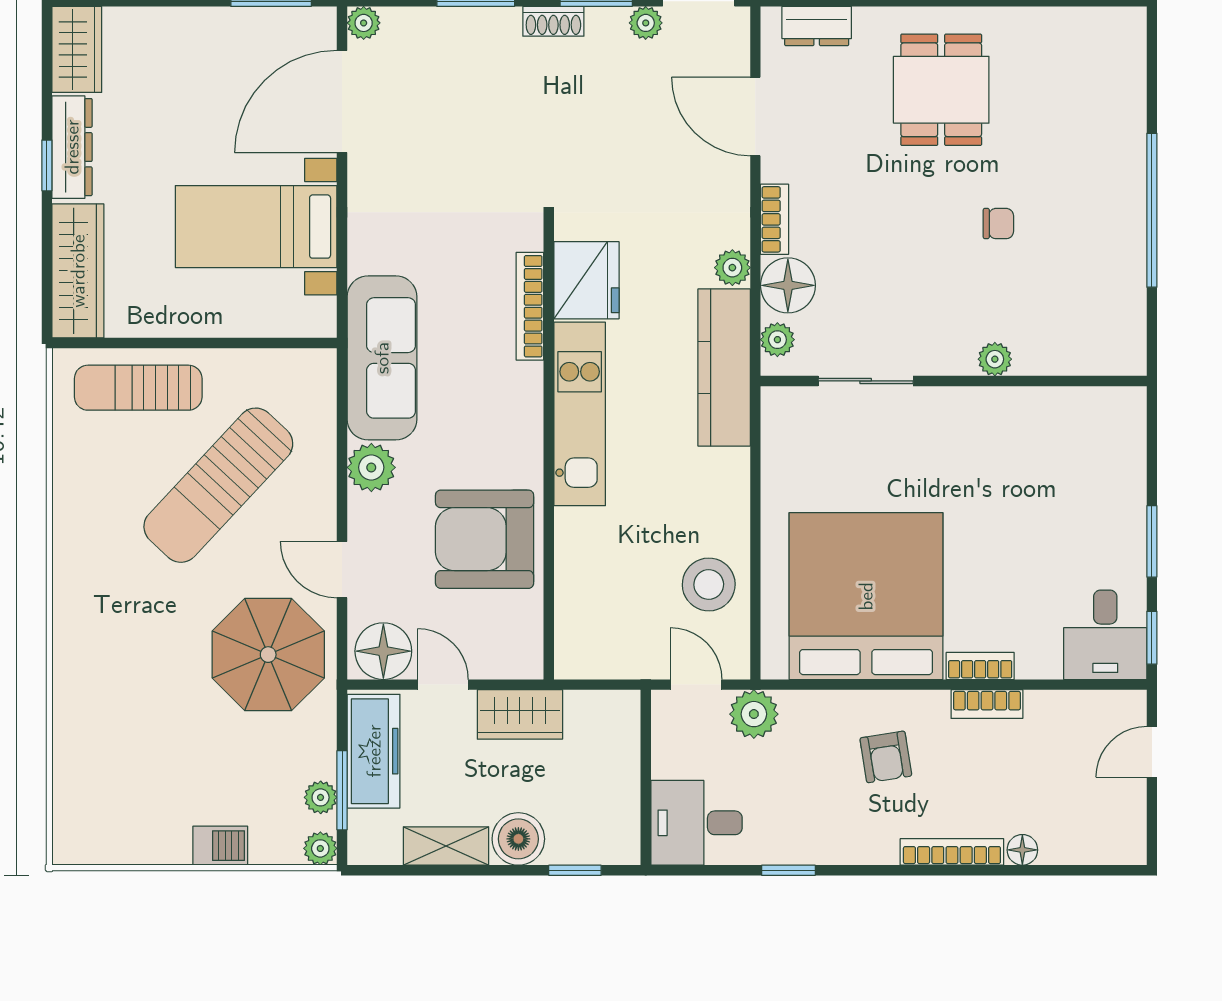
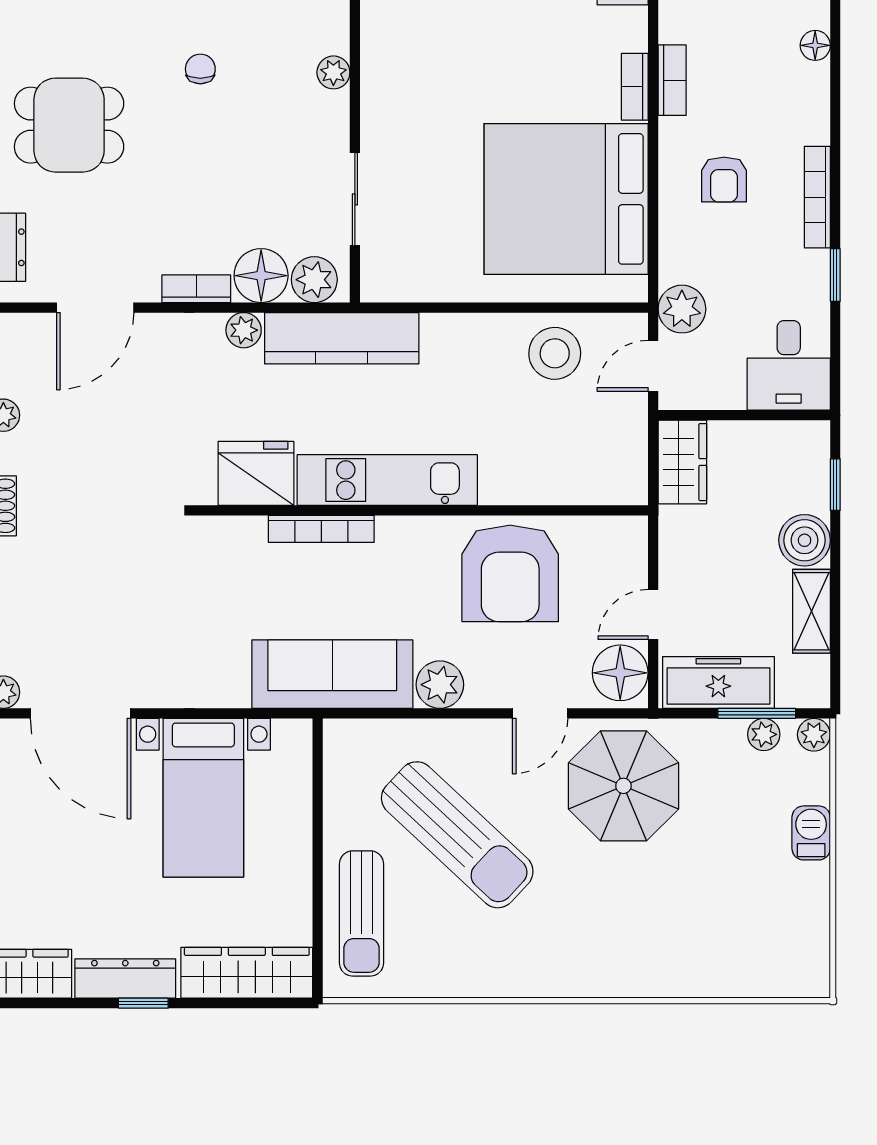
bookcase: (530, 306) -> (321, 529), moved
plant: (777, 340) -> (314, 280), width x1.38, depth x1.38
wardrobe: (520, 714) -> (682, 462), moved
armchair: (886, 757) -> (724, 179), turned 99
bookcase: (952, 852) -> (817, 197), moved

